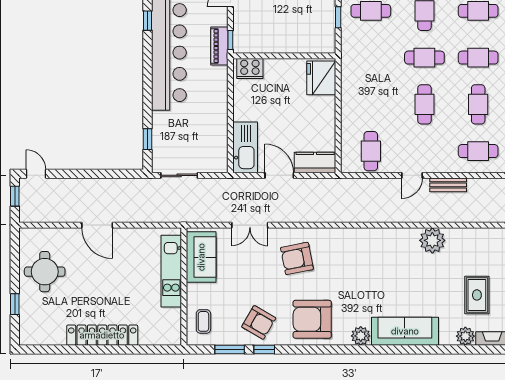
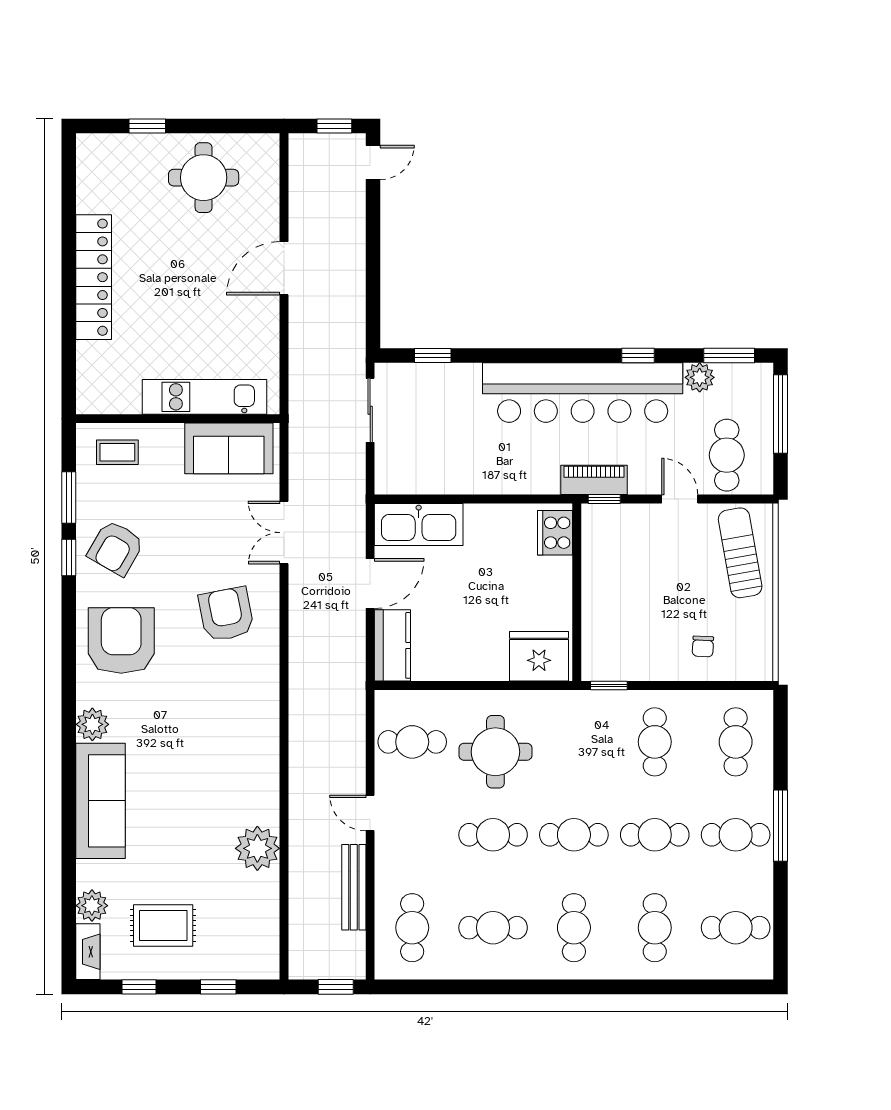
window: (338, 17) -> (609, 686), moved
cafe table: (424, 58) -> (574, 835), turned 90
round table: (376, 103) -> (495, 752), added
bench: (448, 185) -> (354, 887), width x1.36

